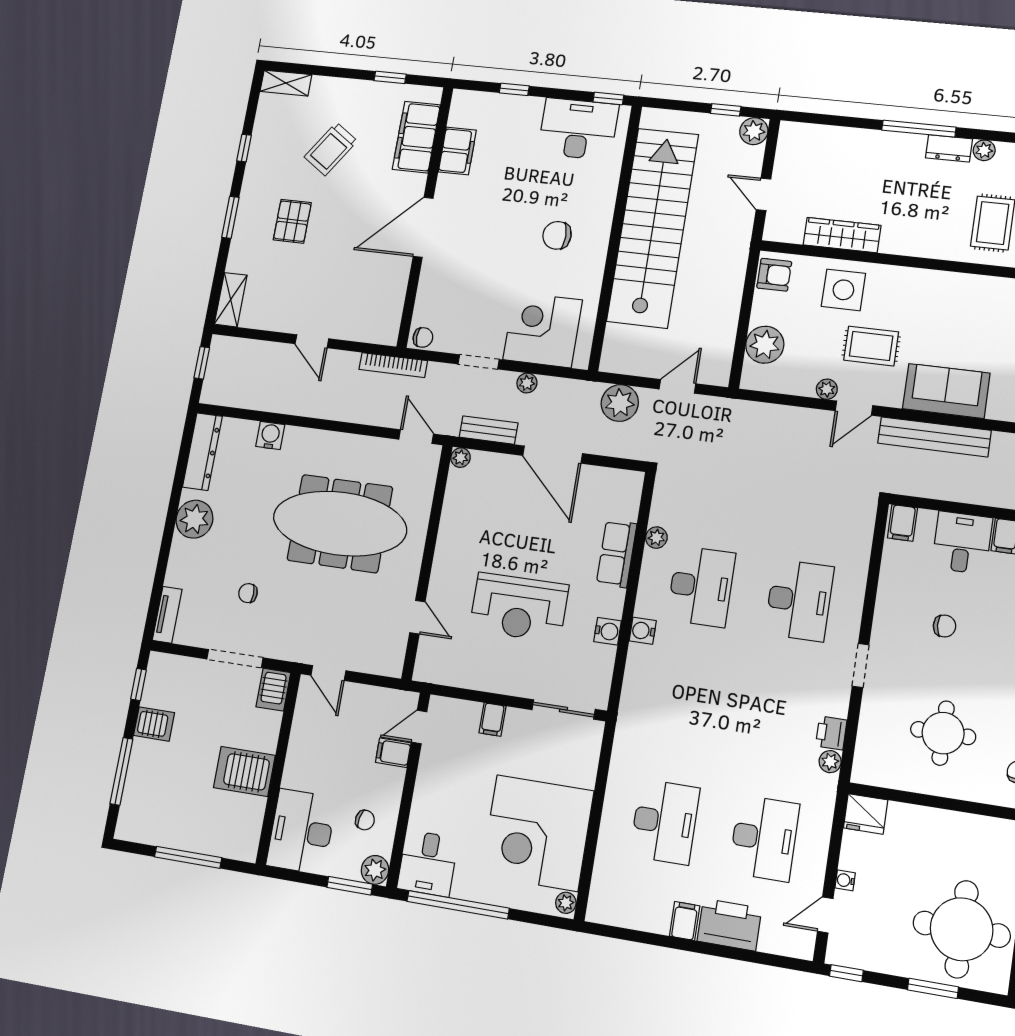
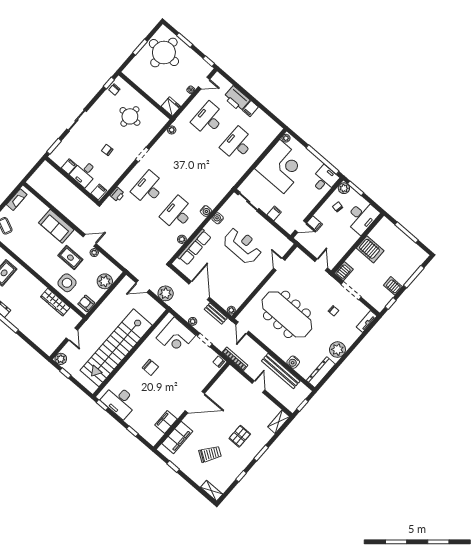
bench: (934, 437) -> (281, 371), moved
row of seats: (617, 554) -> (194, 247), width x1.48
printer: (831, 733) -> (117, 194), moved

